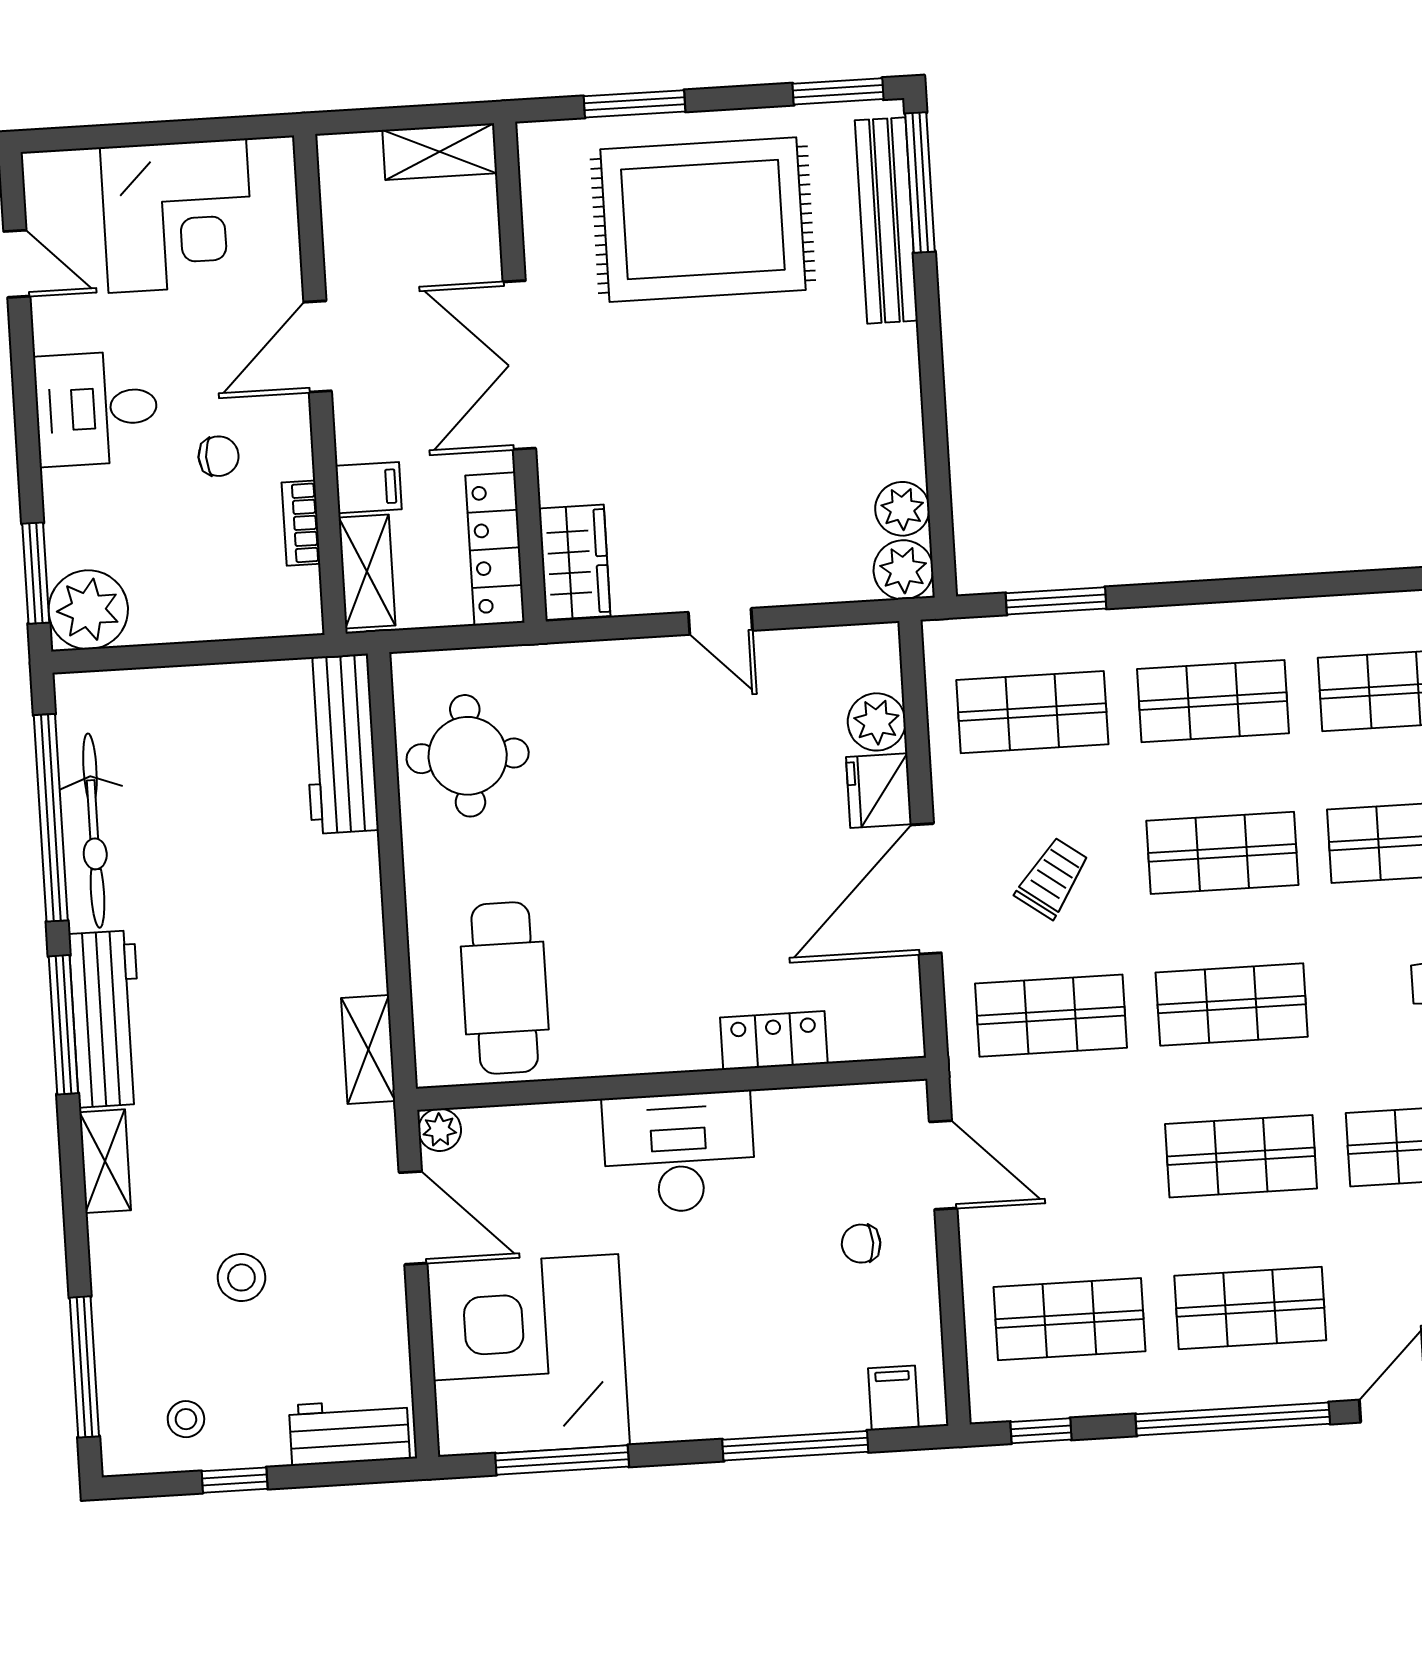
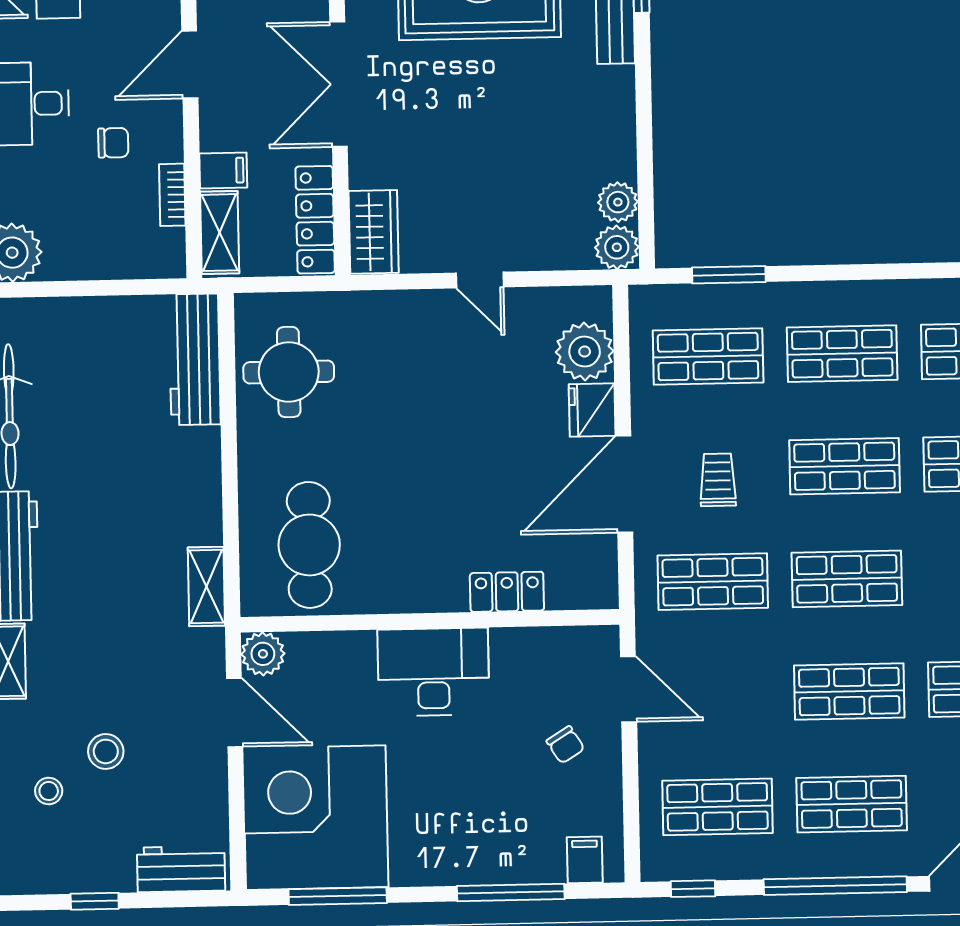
plant: (877, 722) -> (585, 352), width x1.36, depth x1.36
trolley: (1052, 878) -> (718, 480), turned -36
plant: (440, 1130) -> (263, 654), width x1.38, depth x1.38
chair: (861, 1244) -> (565, 745), turned -122
stool: (186, 1419) -> (49, 791), moved

